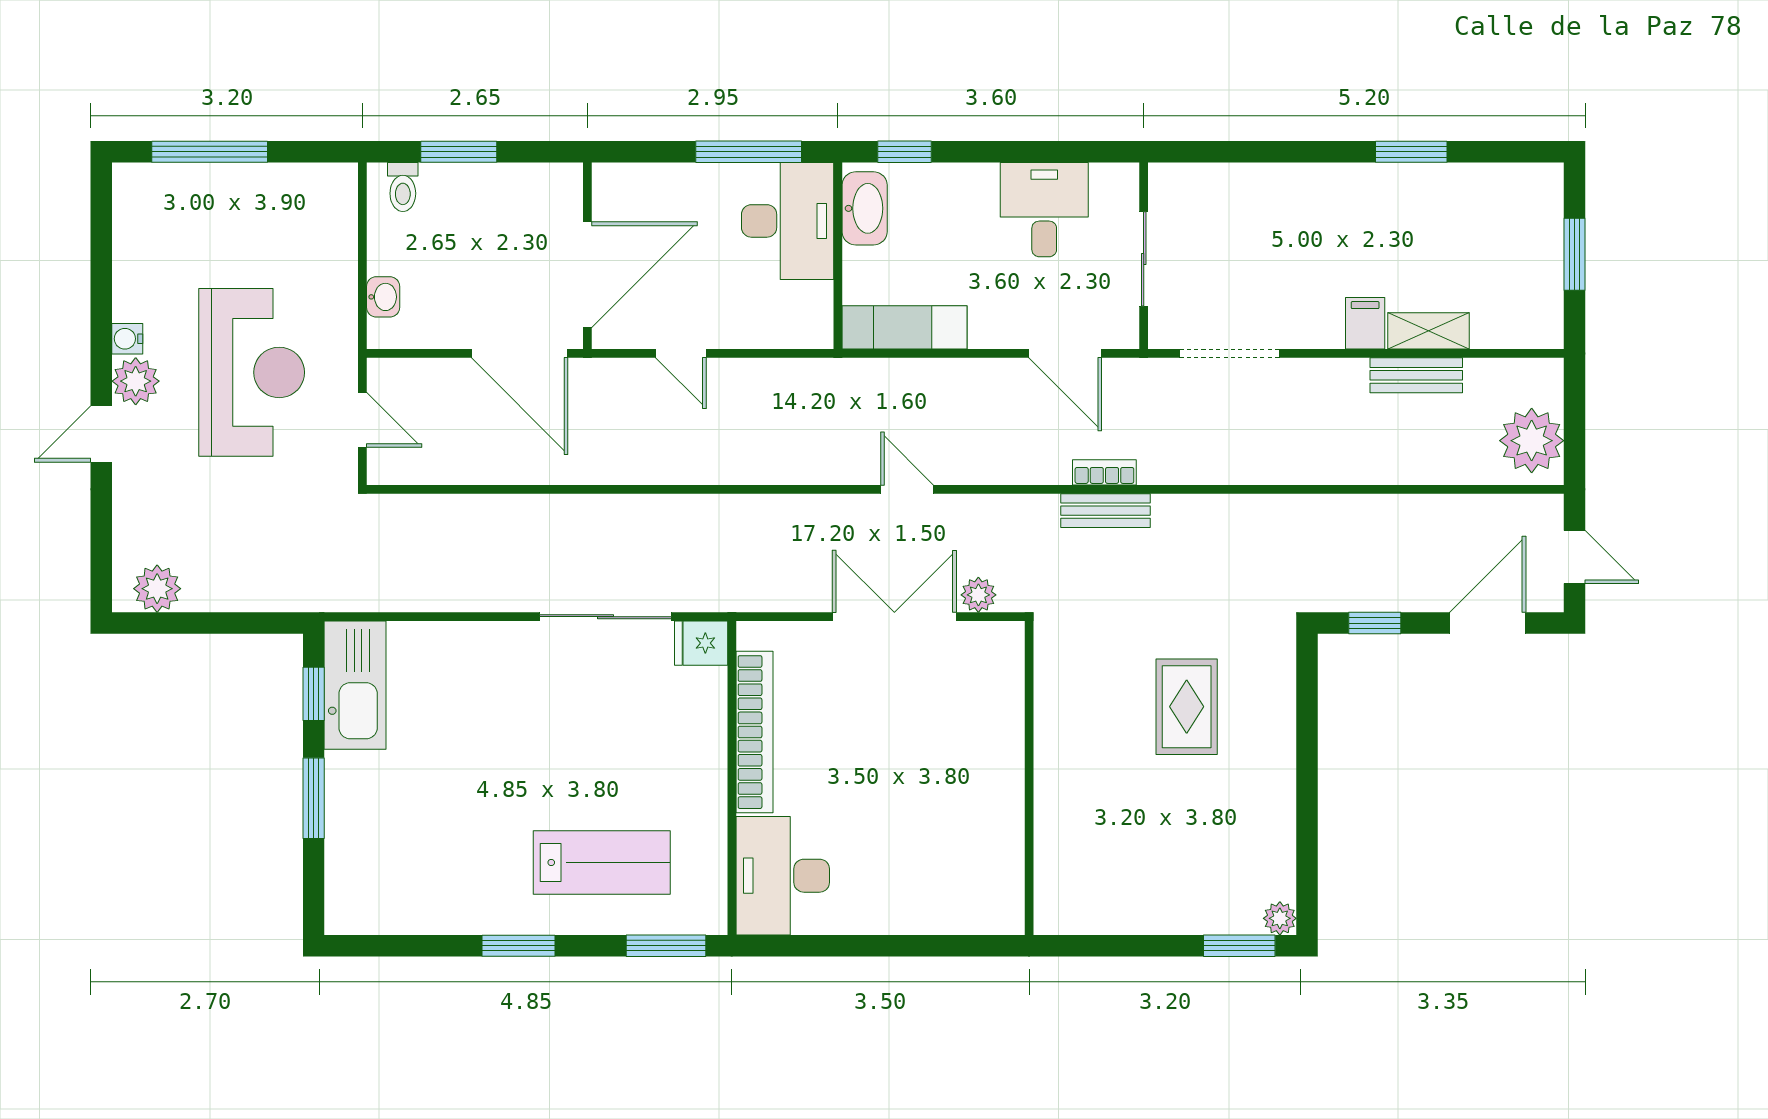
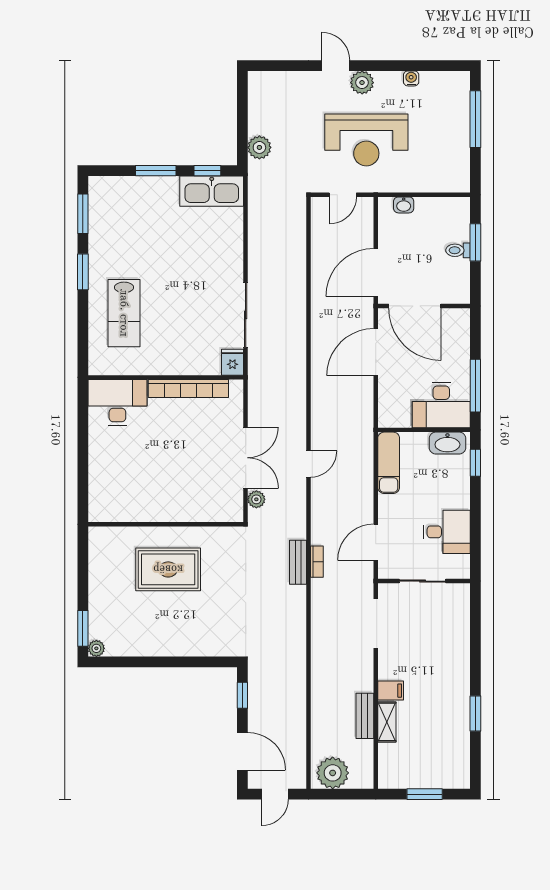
toilet: (403, 187) -> (458, 250), moved
water cooler: (127, 339) -> (411, 78), moved
door: (681, 353) -> (376, 352), width x1.88
plant: (157, 589) -> (259, 147), moved
rug: (1187, 707) -> (168, 569), moved, width x1.36, depth x1.43
window: (666, 946) -> (83, 214), moved

